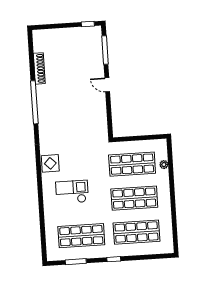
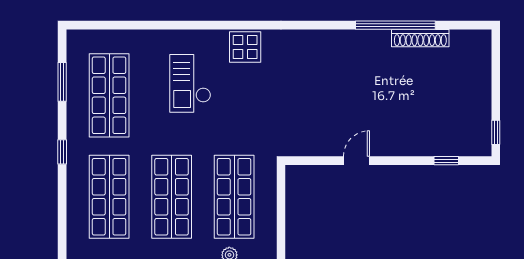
window: (105, 50) -> (446, 161), width x0.46
door: (107, 85) -> (356, 161), moved
window: (34, 102) -> (395, 25), moved
checkout: (72, 192) -> (190, 83), turned 180

